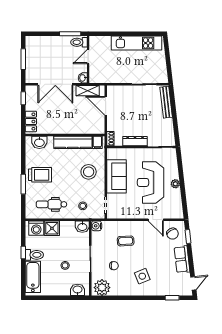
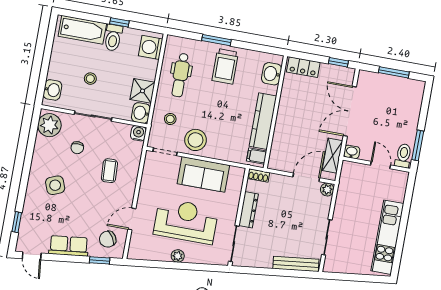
plant: (111, 90) -> (327, 189), added
stool: (89, 172) -> (196, 140), moved
dental chair: (52, 204) -> (180, 75), turned 180
shower: (52, 228) -> (142, 91), moved

